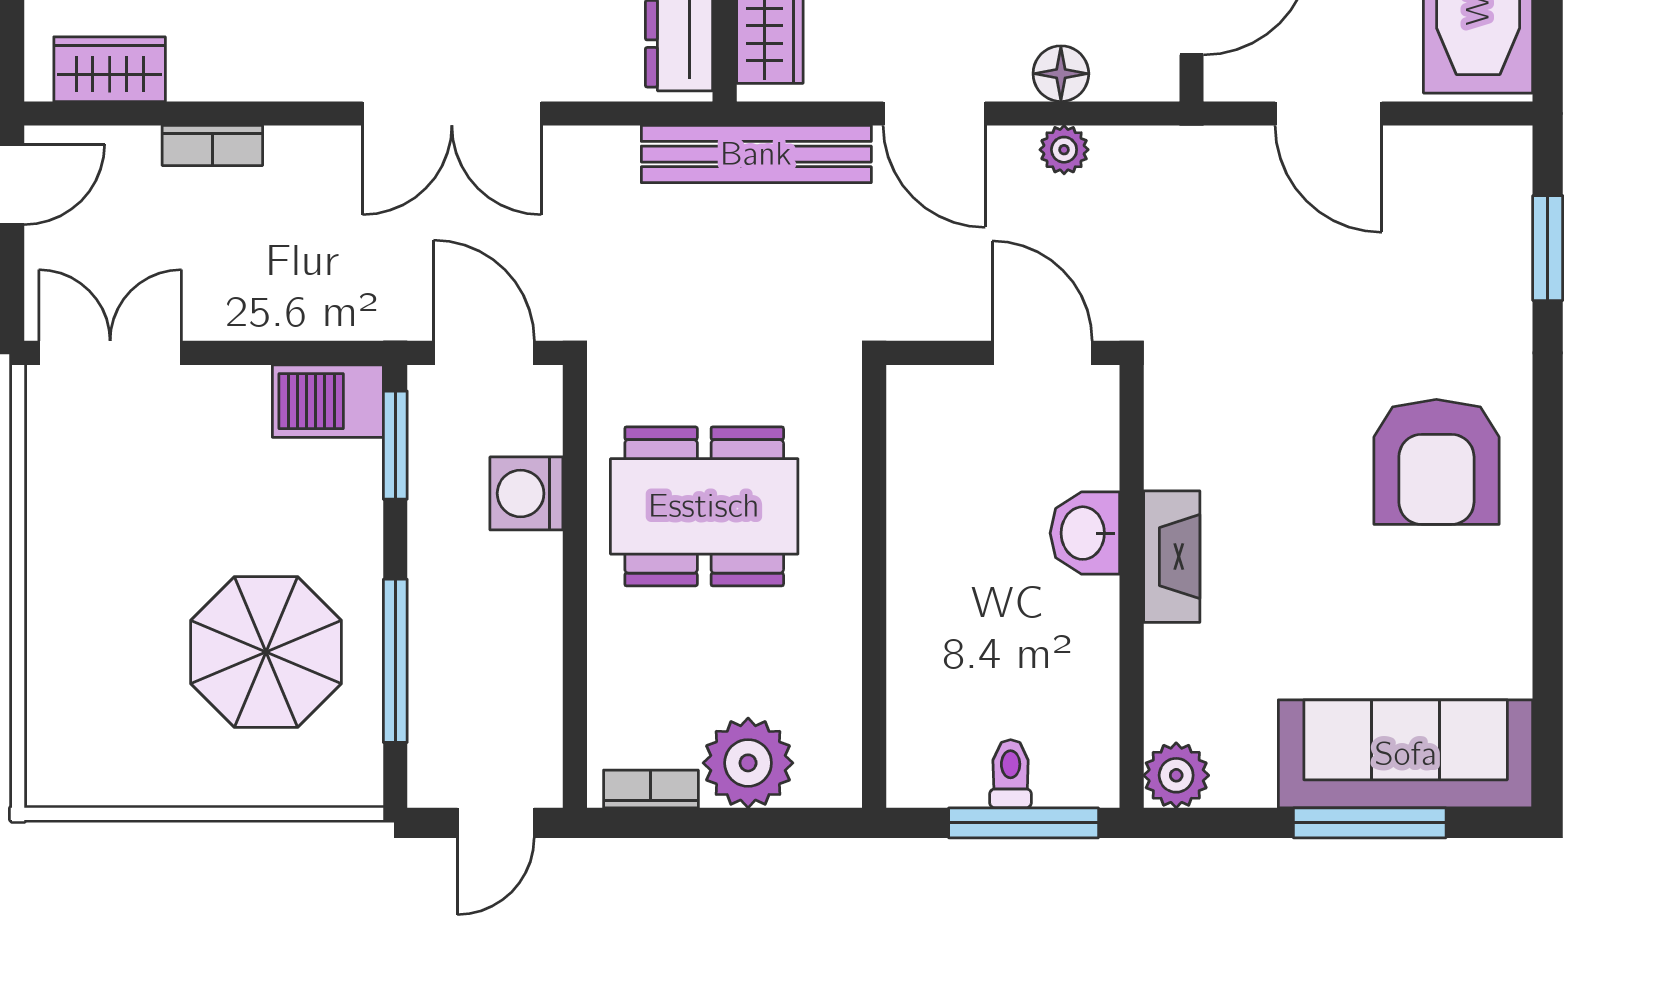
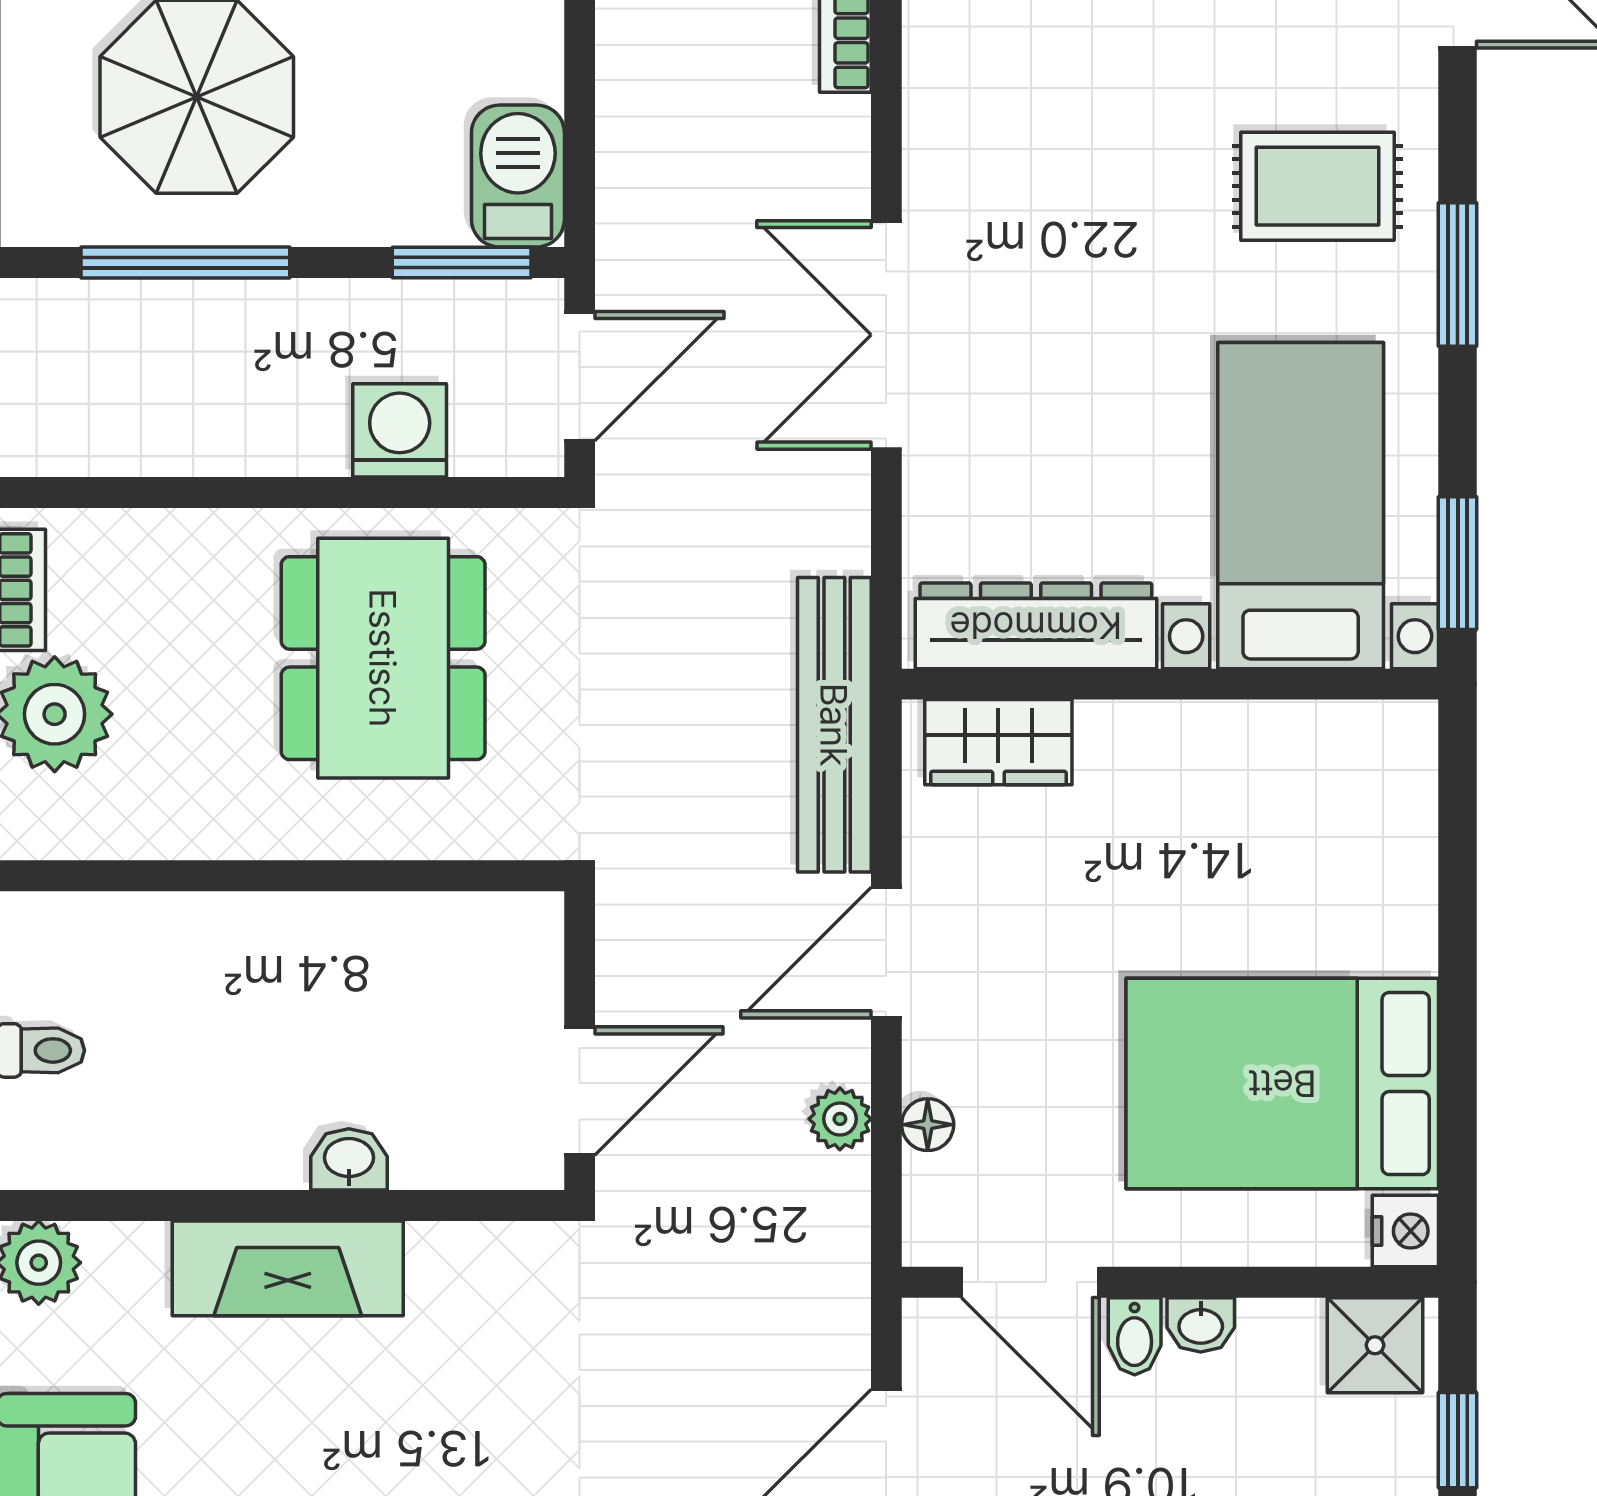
floor lamp: (1061, 74) -> (928, 1125), width x0.73, depth x0.73
washbasin: (1085, 533) -> (349, 1159), width x0.72, depth x0.69
fireplace: (1172, 557) -> (288, 1268), width x1.37, depth x1.32

